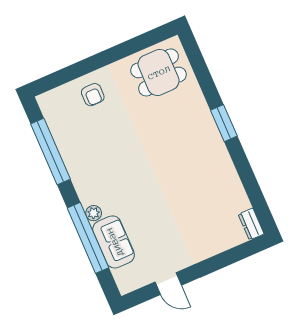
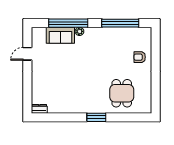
dining table: (159, 72) -> (122, 93), moved

